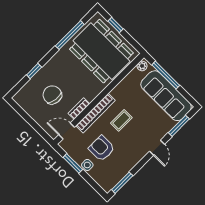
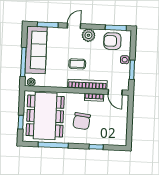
chair: (52, 95) -> (82, 121), moved
armchair: (102, 148) -> (112, 41), moved, turned 90
plant: (137, 153) -> (88, 35), added

